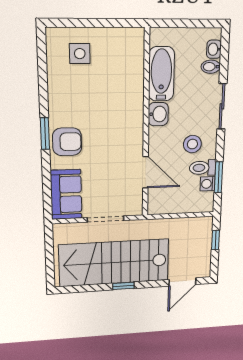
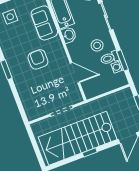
armchair: (67, 142) -> (38, 59), moved, turned -90
sofa: (66, 194) -> (44, 23), moved, turned 180

